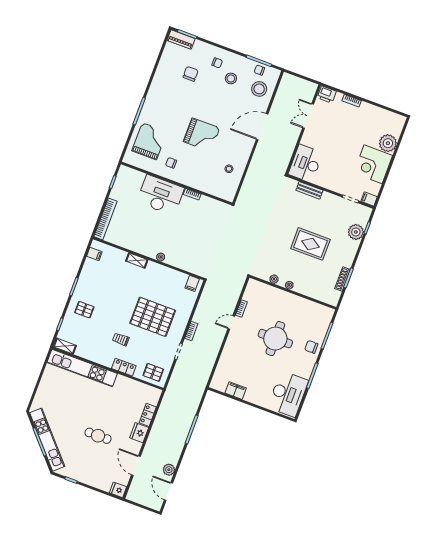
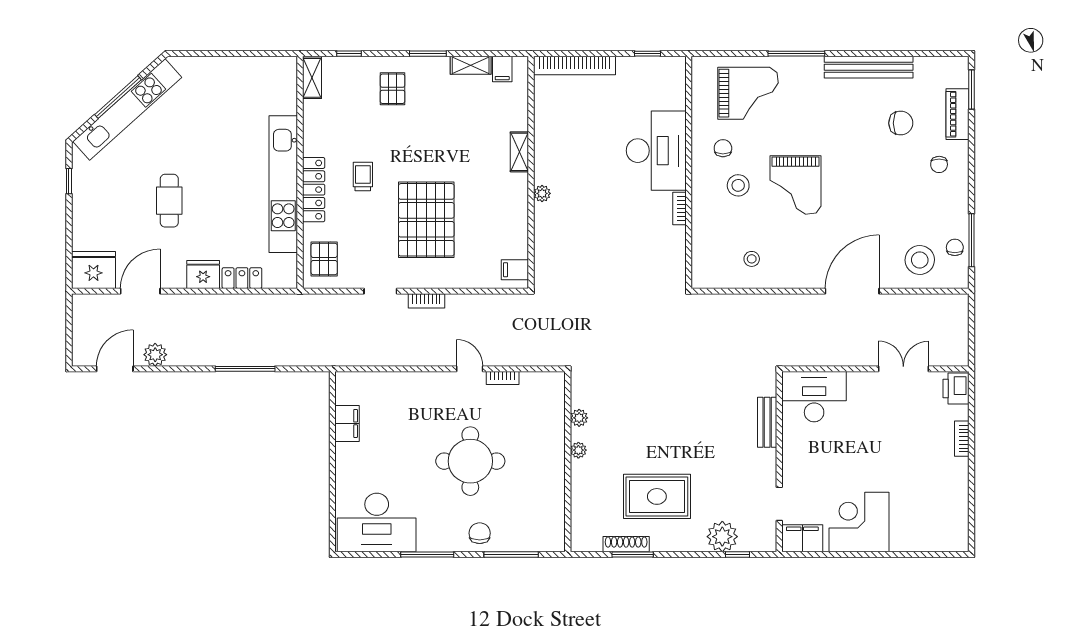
piano: (181, 39) -> (958, 114), moved
stool: (231, 78) -> (738, 185), moved
bench: (158, 79) -> (869, 67), added
door: (262, 127) -> (852, 291), hinge flipped
plant: (388, 143) -> (908, 535), removed
filing cabinet: (369, 199) -> (802, 538), width x2.00
rug: (310, 244) -> (657, 496), moved, turned 90
shelving: (87, 268) -> (471, 65), added
locker: (124, 367) -> (314, 190), width x1.53
kitchen unit: (82, 368) -> (283, 184), moved
fridge: (118, 490) -> (93, 270), width x1.88, depth x1.34

